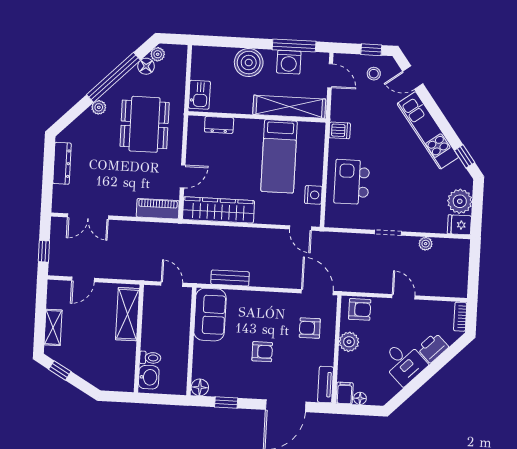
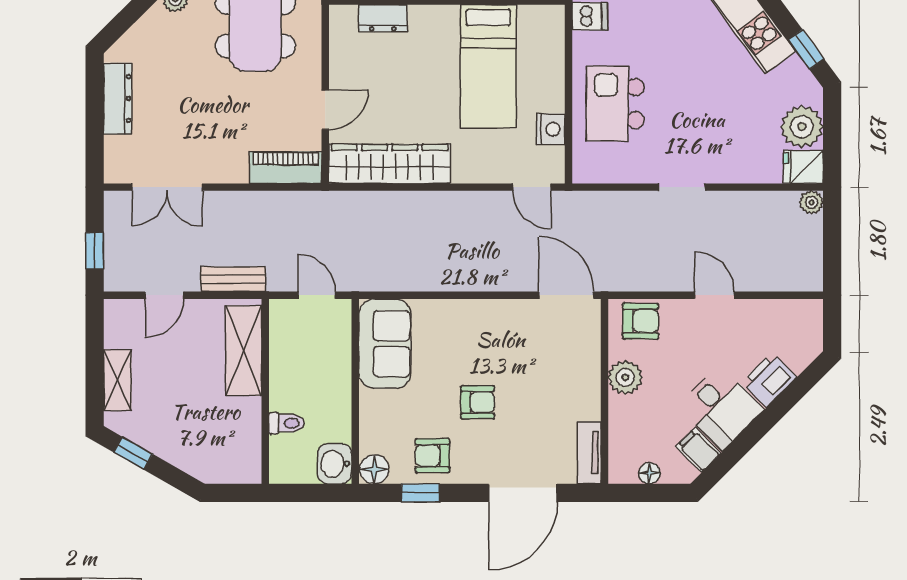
plant: (426, 244) -> (812, 202), moved
bench: (230, 278) -> (233, 279), moved
bookcase: (460, 317) -> (813, 324), removed
armchair: (310, 328) -> (432, 456), moved
washbasin: (149, 377) -> (335, 464), moved, turned 180
filing cabinet: (345, 393) -> (698, 450), moved, turned -45

